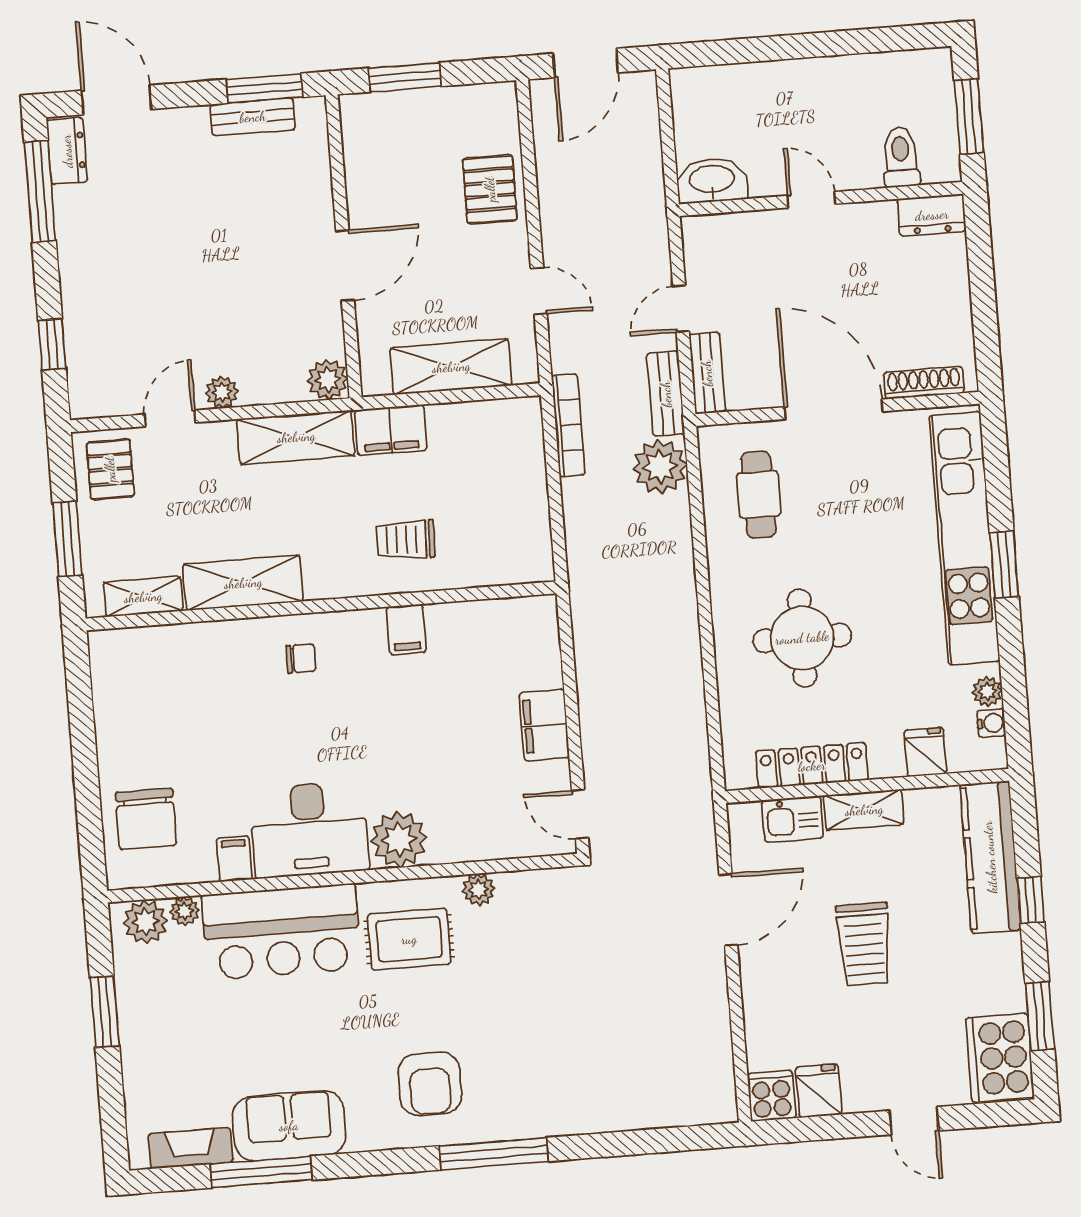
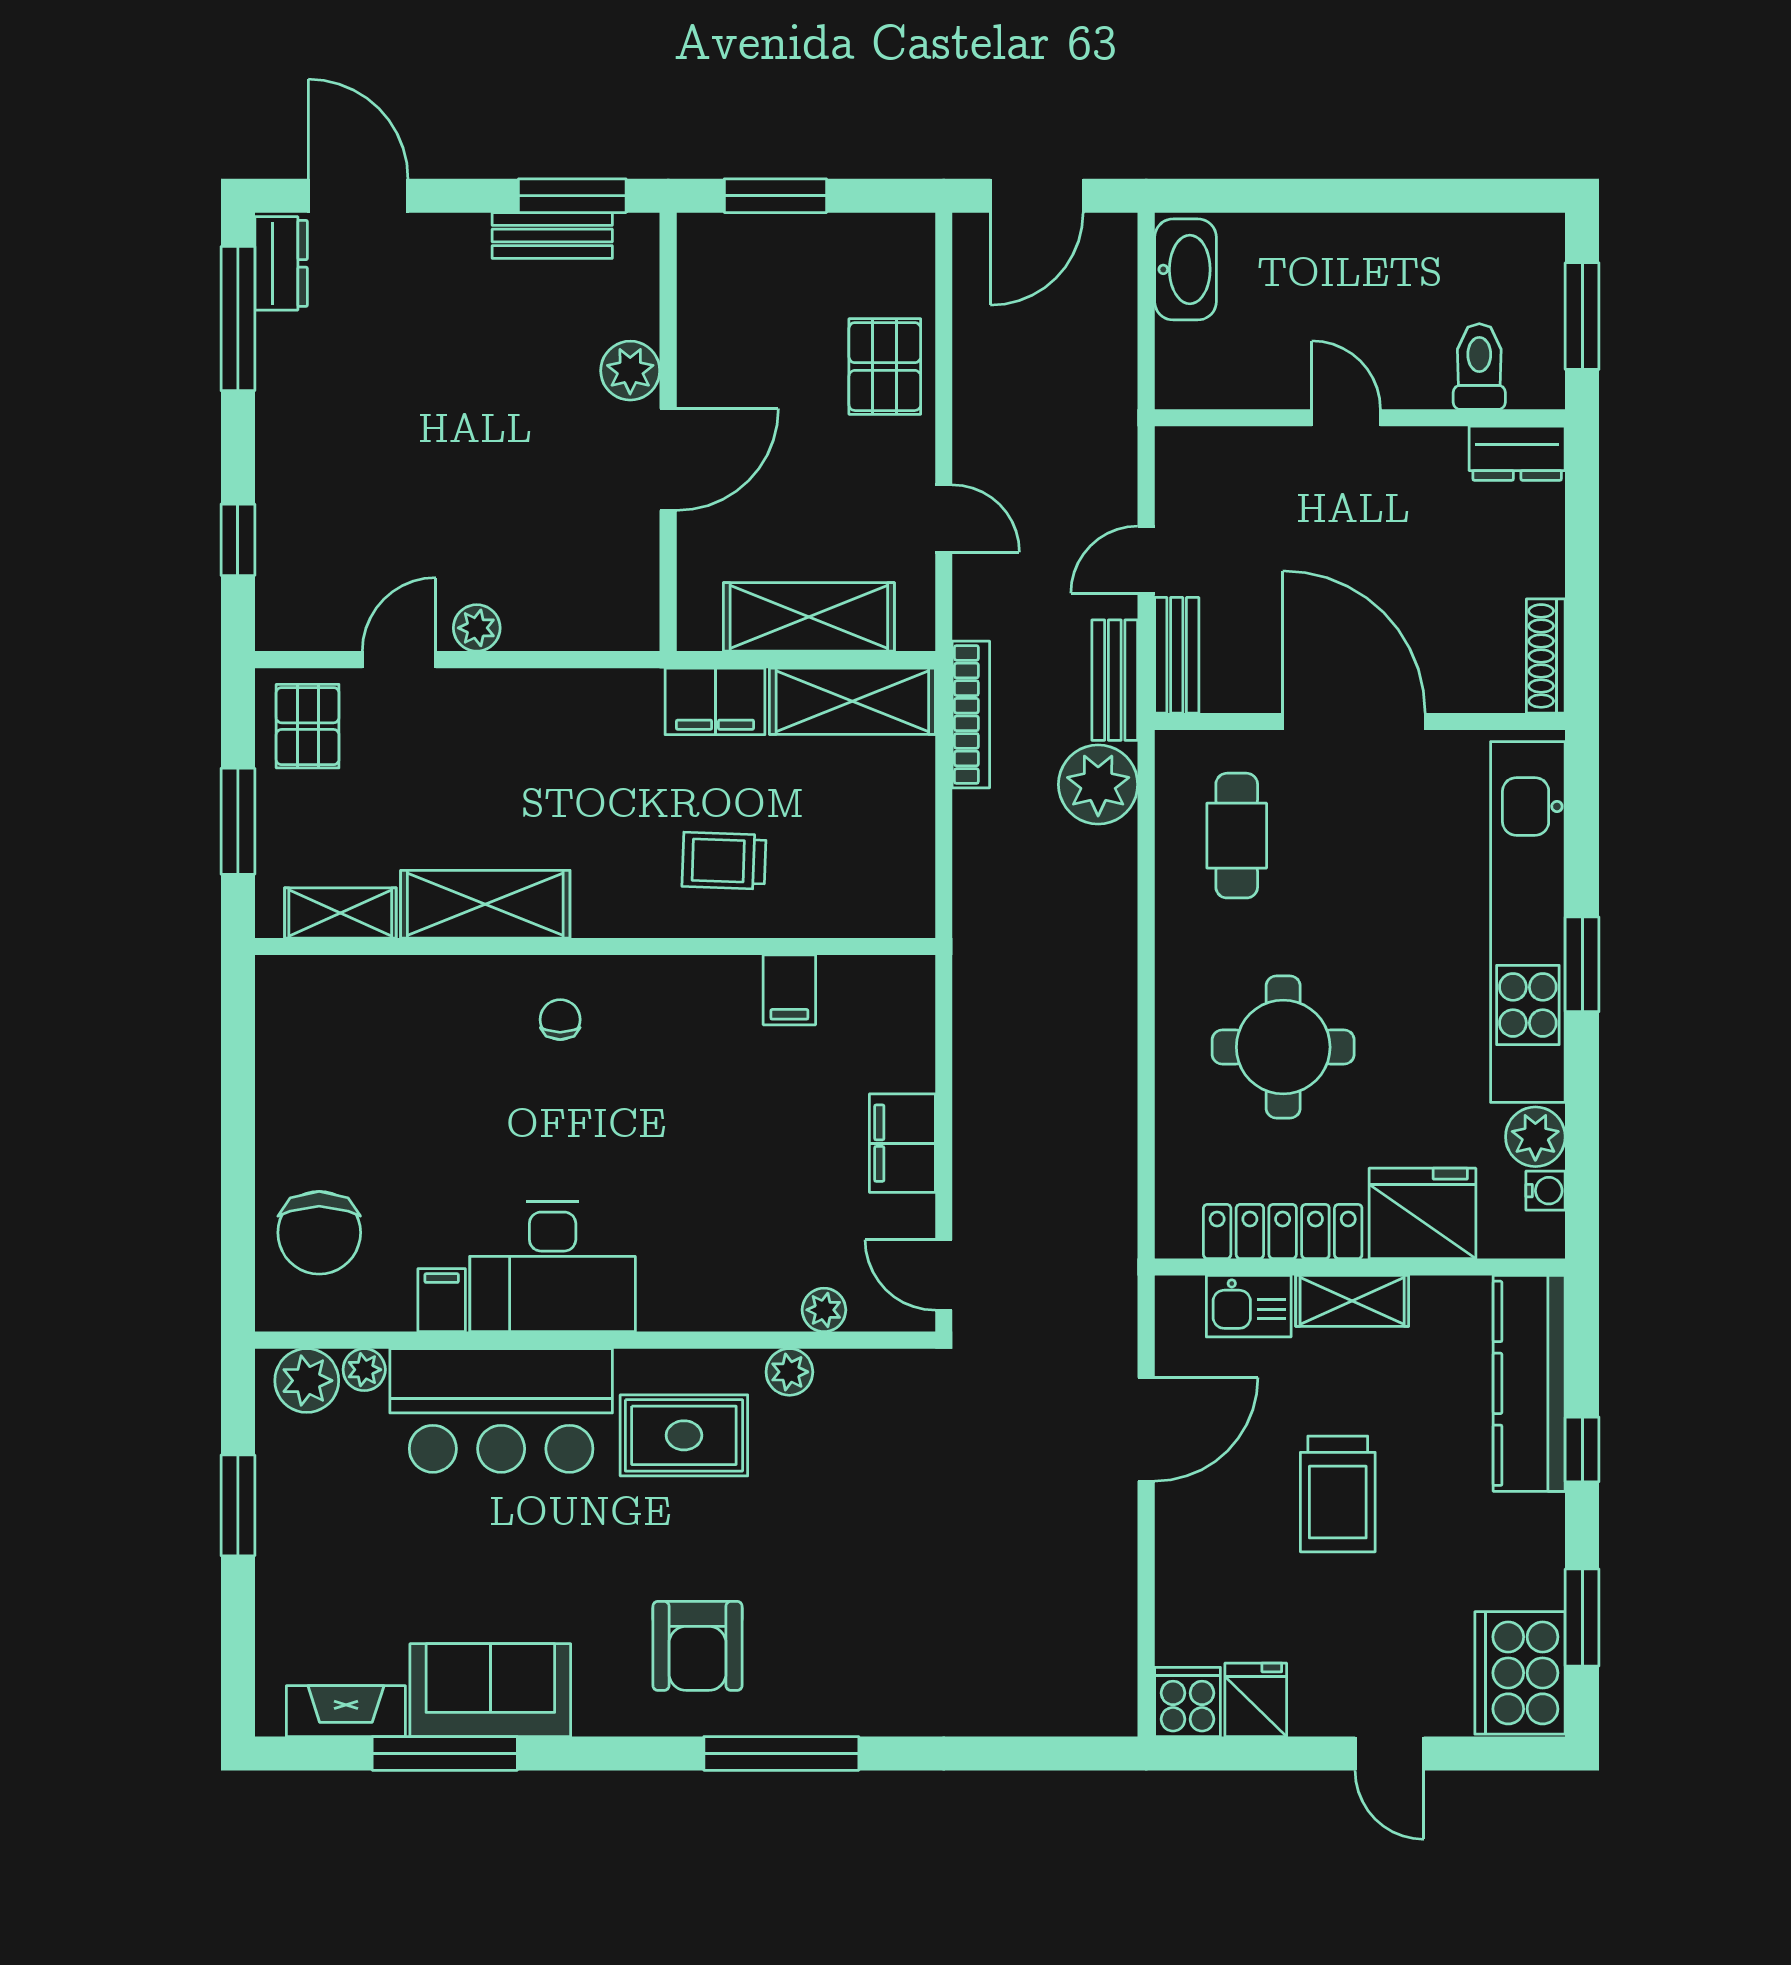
washbasin: (712, 180) -> (1185, 269), moved, turned 90
plant: (328, 380) -> (630, 371), moved
shoe rack: (924, 383) -> (1546, 656), moved, turned -90
shelving: (296, 437) -> (852, 701), moved
filing cabinet: (406, 629) -> (789, 990), moved
chair: (301, 658) -> (560, 1020), turned -90
plant: (987, 692) -> (1535, 1137), width x1.38, depth x1.38
fridge: (925, 752) -> (1422, 1213), width x1.88, depth x1.34
plant: (399, 839) -> (824, 1310), moved, width x0.53, depth x0.53

